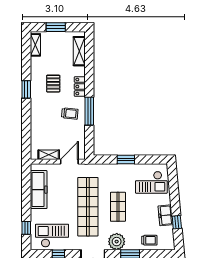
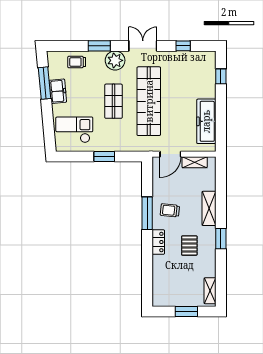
shelving: (79, 51) -> (209, 208), moved
window: (177, 222) -> (44, 83), width x2.17
checkout: (52, 236) -> (191, 67), removed

